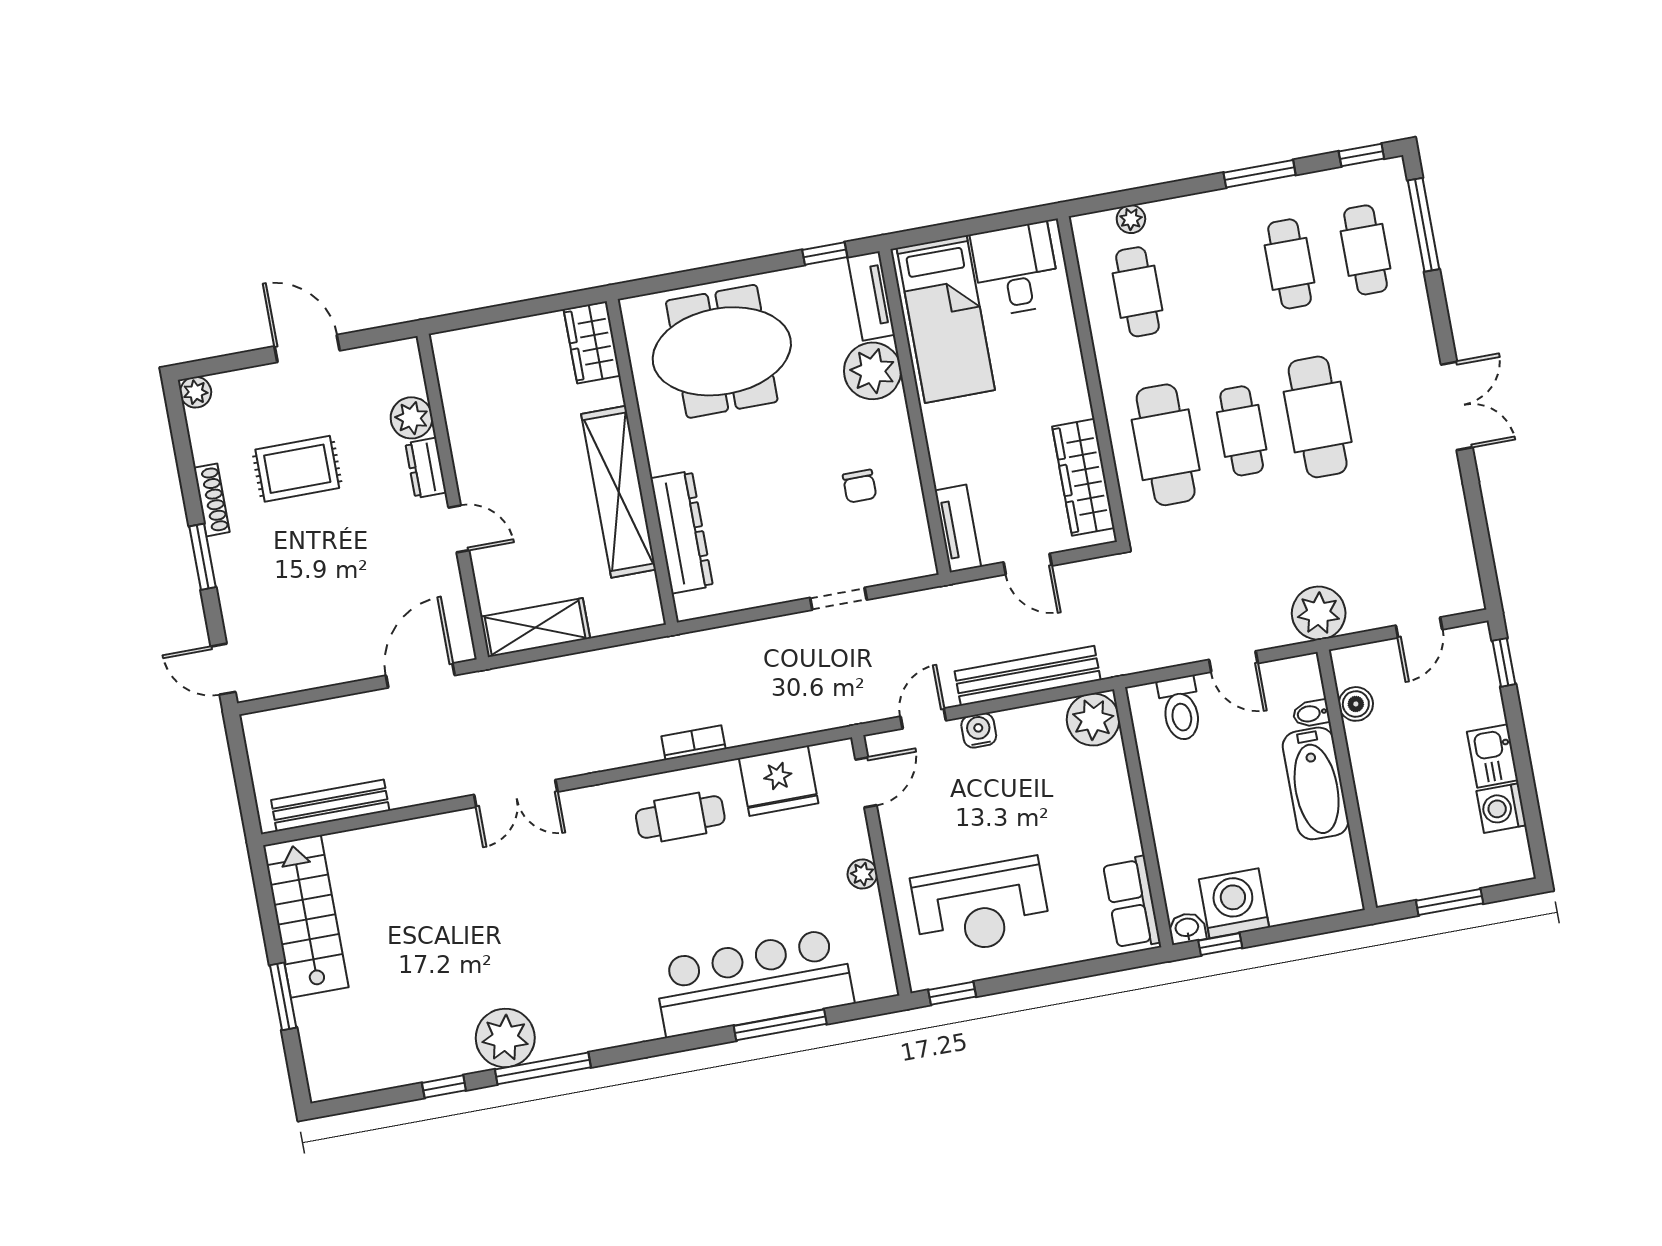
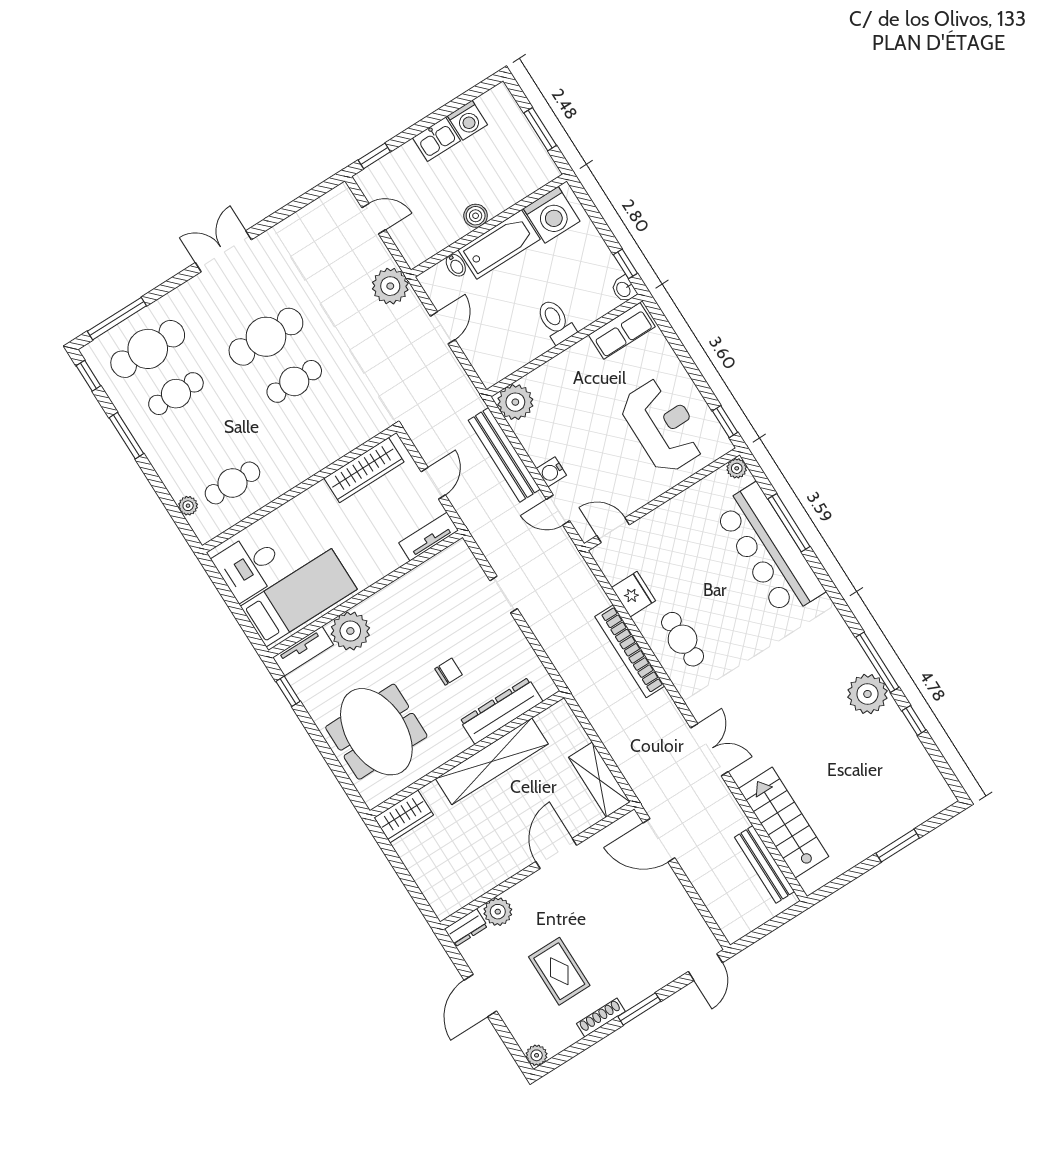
cafe table: (1366, 250) -> (148, 349), width x1.37, depth x1.35
cafe table: (1166, 445) -> (322, 426), removed
dresser: (426, 468) -> (466, 928), moved
chair: (860, 486) -> (448, 672), moved
door: (459, 529) -> (556, 853), width x1.38
boiler: (1356, 704) -> (476, 216), moved
toilet: (1180, 708) -> (556, 321), moved, turned -90
bookcase: (693, 743) -> (630, 651), width x2.31, depth x1.31
fridge: (779, 781) -> (633, 594), width x0.73, depth x0.75
plant: (862, 874) -> (737, 468), moved
washing machine: (1234, 903) -> (552, 215), moved, turned -90
stairs: (306, 916) -> (784, 823), moved, turned 90

